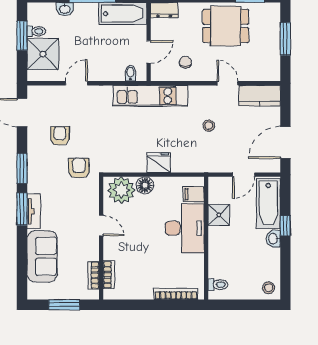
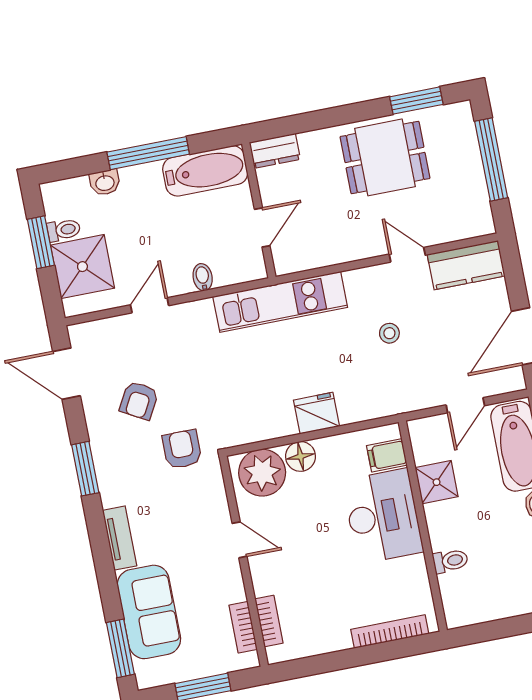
window: (285, 39) -> (491, 159), width x1.44
chair: (185, 62) -> (328, 233), removed
bidet: (130, 73) -> (203, 277), moved
armchair: (60, 136) -> (139, 400), turned -151
window: (22, 209) -> (120, 648), moved
toilet: (218, 285) -> (450, 561), moved

